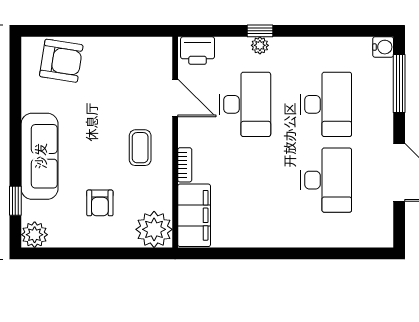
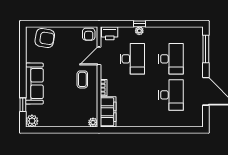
water cooler: (383, 47) -> (198, 32), removed
door: (175, 98) -> (99, 56), swing flipped
armchair: (100, 203) -> (89, 34), moved
plant: (154, 229) -> (93, 122), width x0.53, depth x0.53

